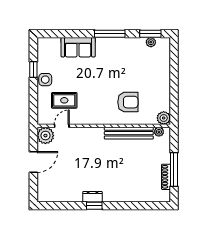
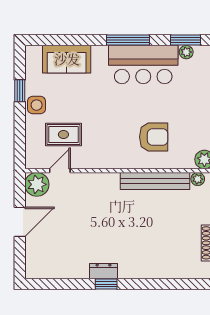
sofa: (78, 47) -> (67, 59), moved
bar counter: (121, 51) -> (143, 65), added

